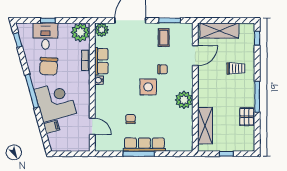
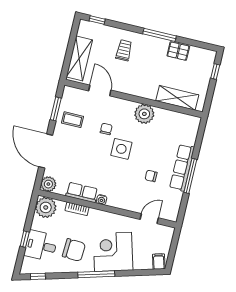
filing cabinet: (52, 127) -> (159, 262), moved
window: (226, 154) -> (215, 71), moved

